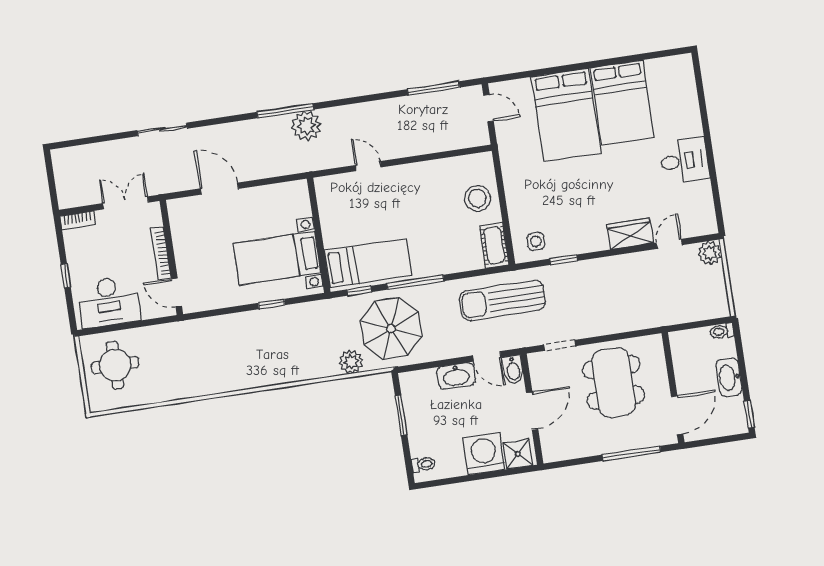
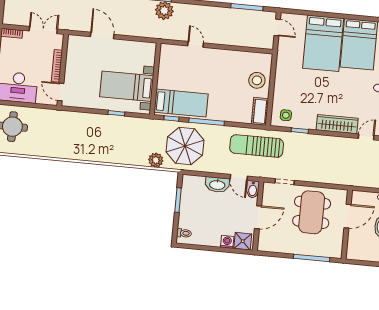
wardrobe: (630, 234) -> (337, 124), width x1.50
door: (677, 415) -> (348, 216), moved
washing machine: (484, 454) -> (227, 242), width x0.53, depth x0.53

